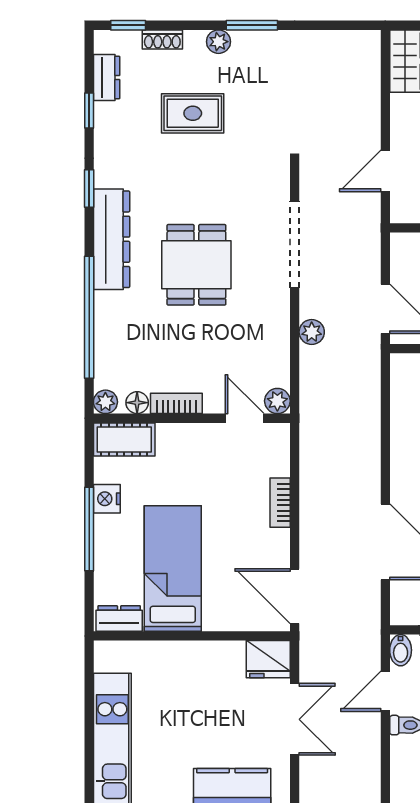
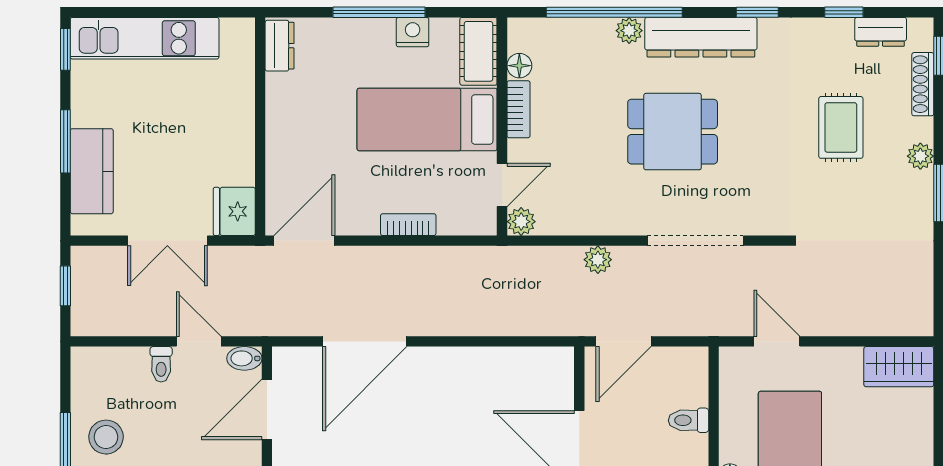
shoe rack: (162, 39) -> (923, 84), width x1.43
plant: (105, 402) -> (629, 31), moved
bed: (173, 568) -> (427, 119), moved, turned 180

